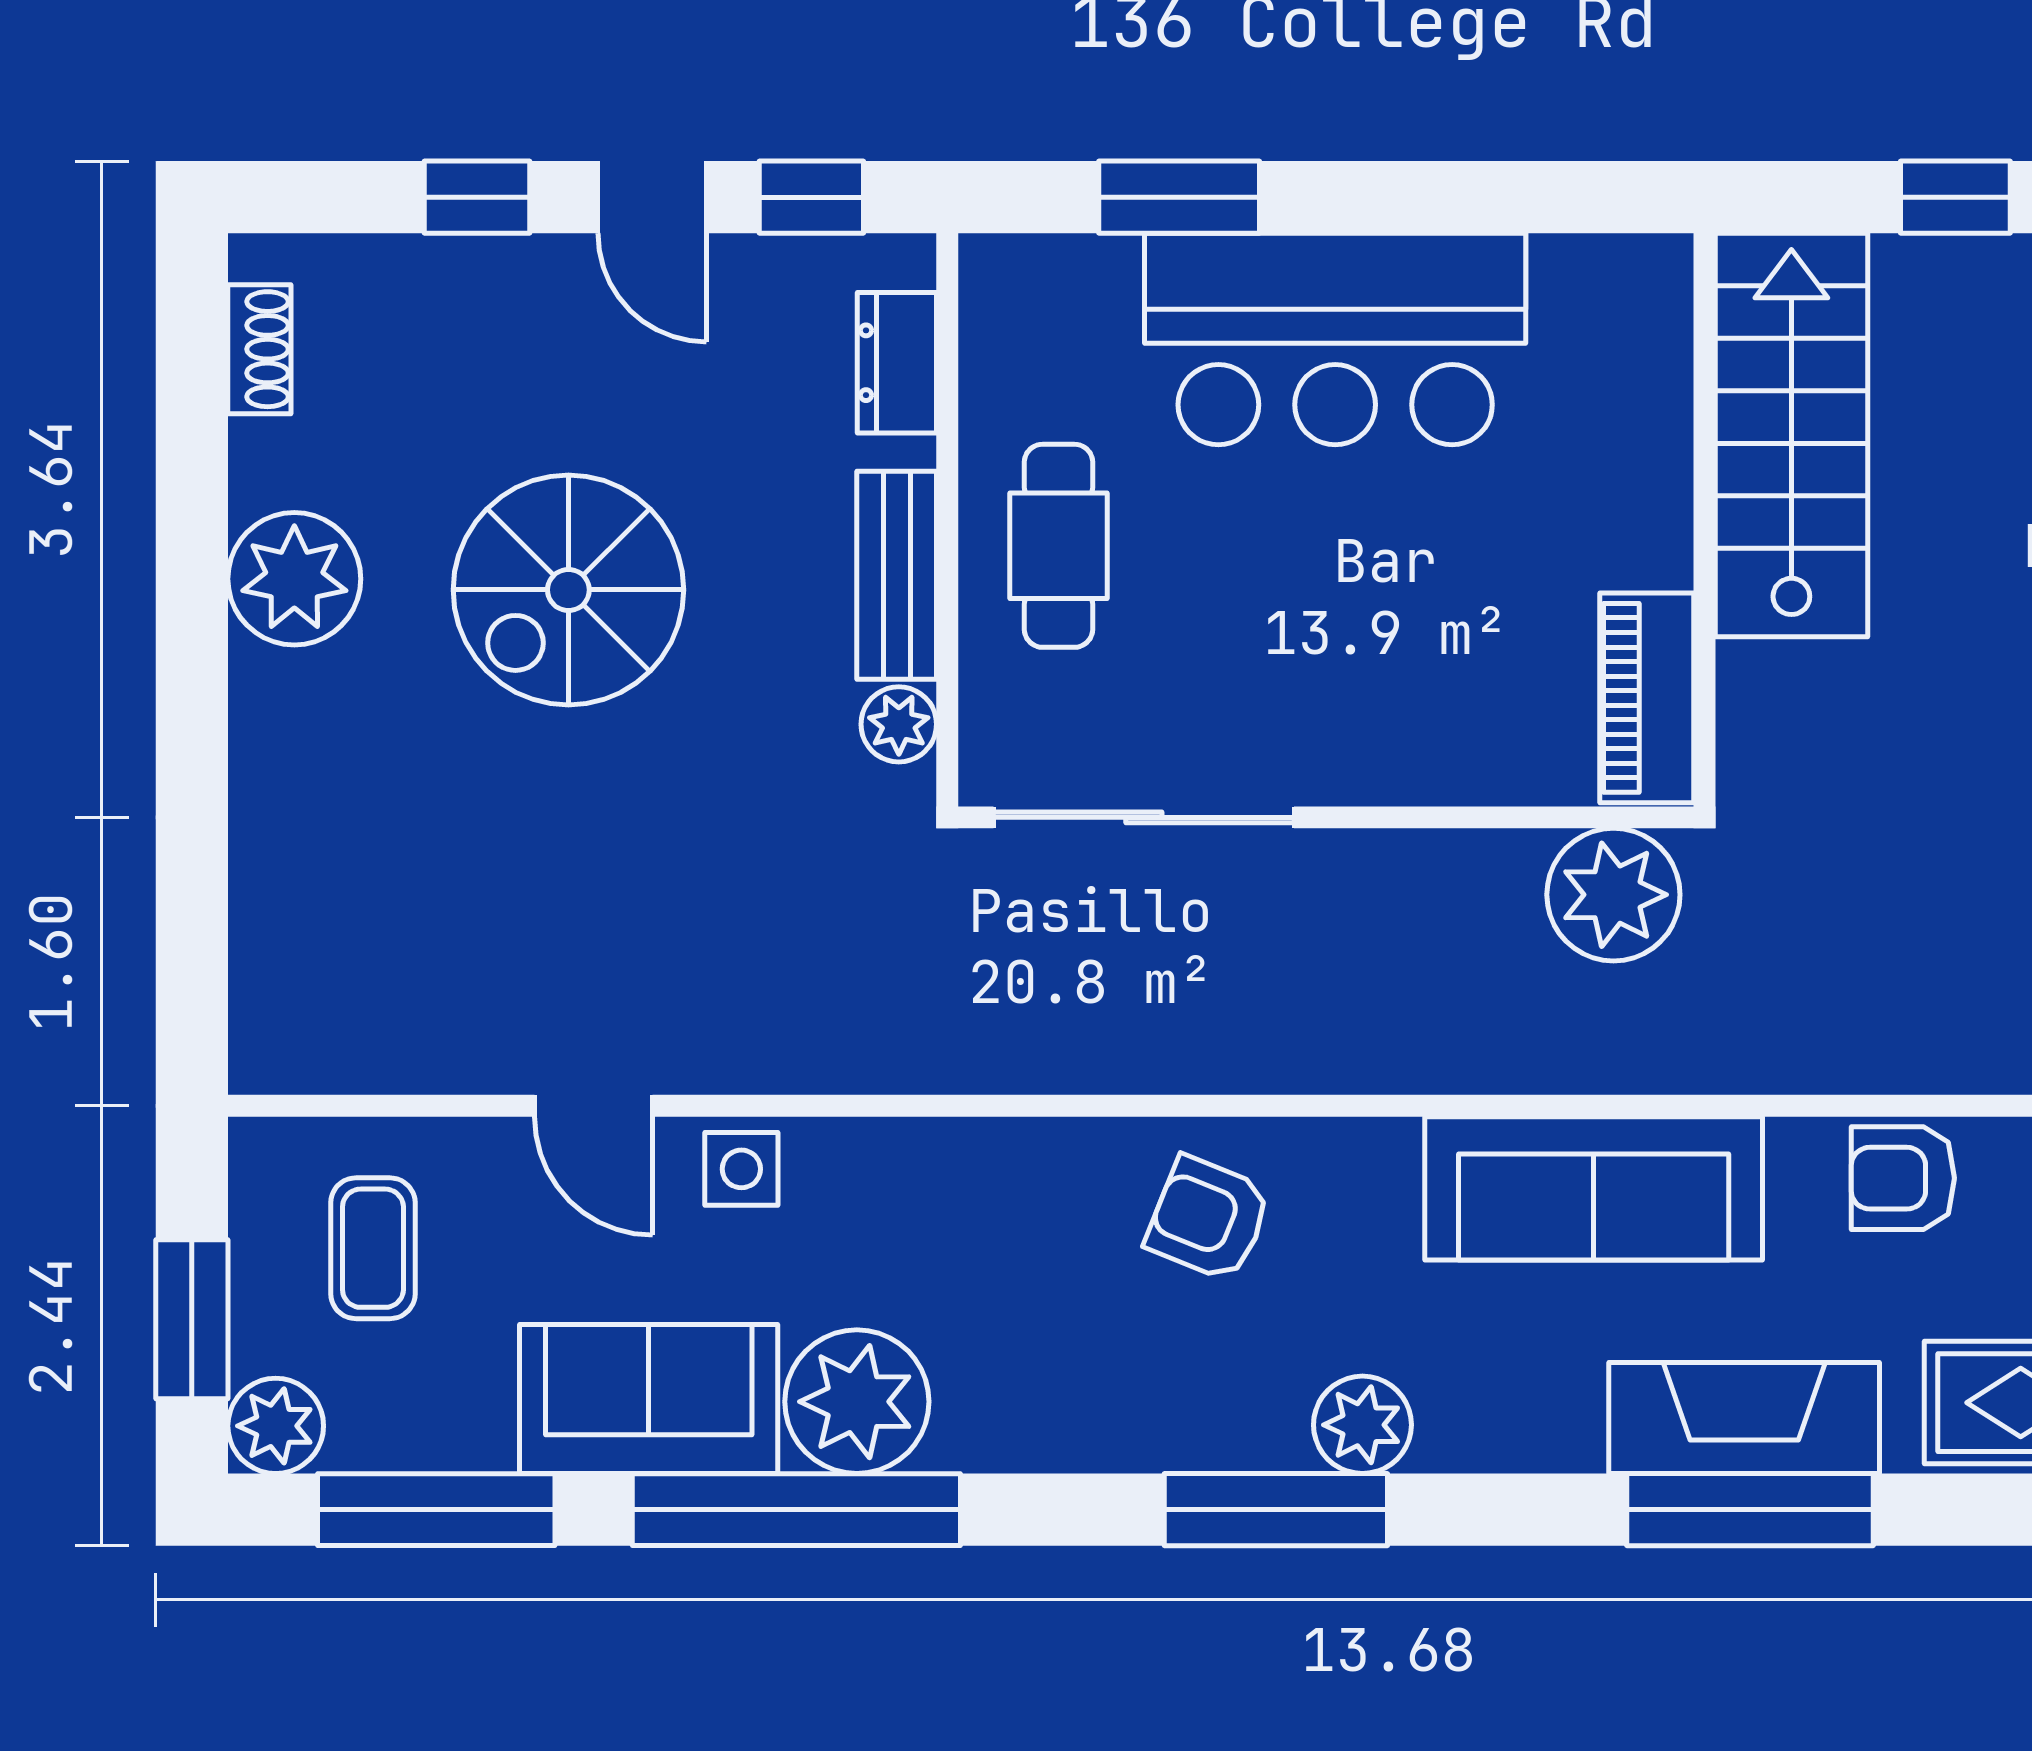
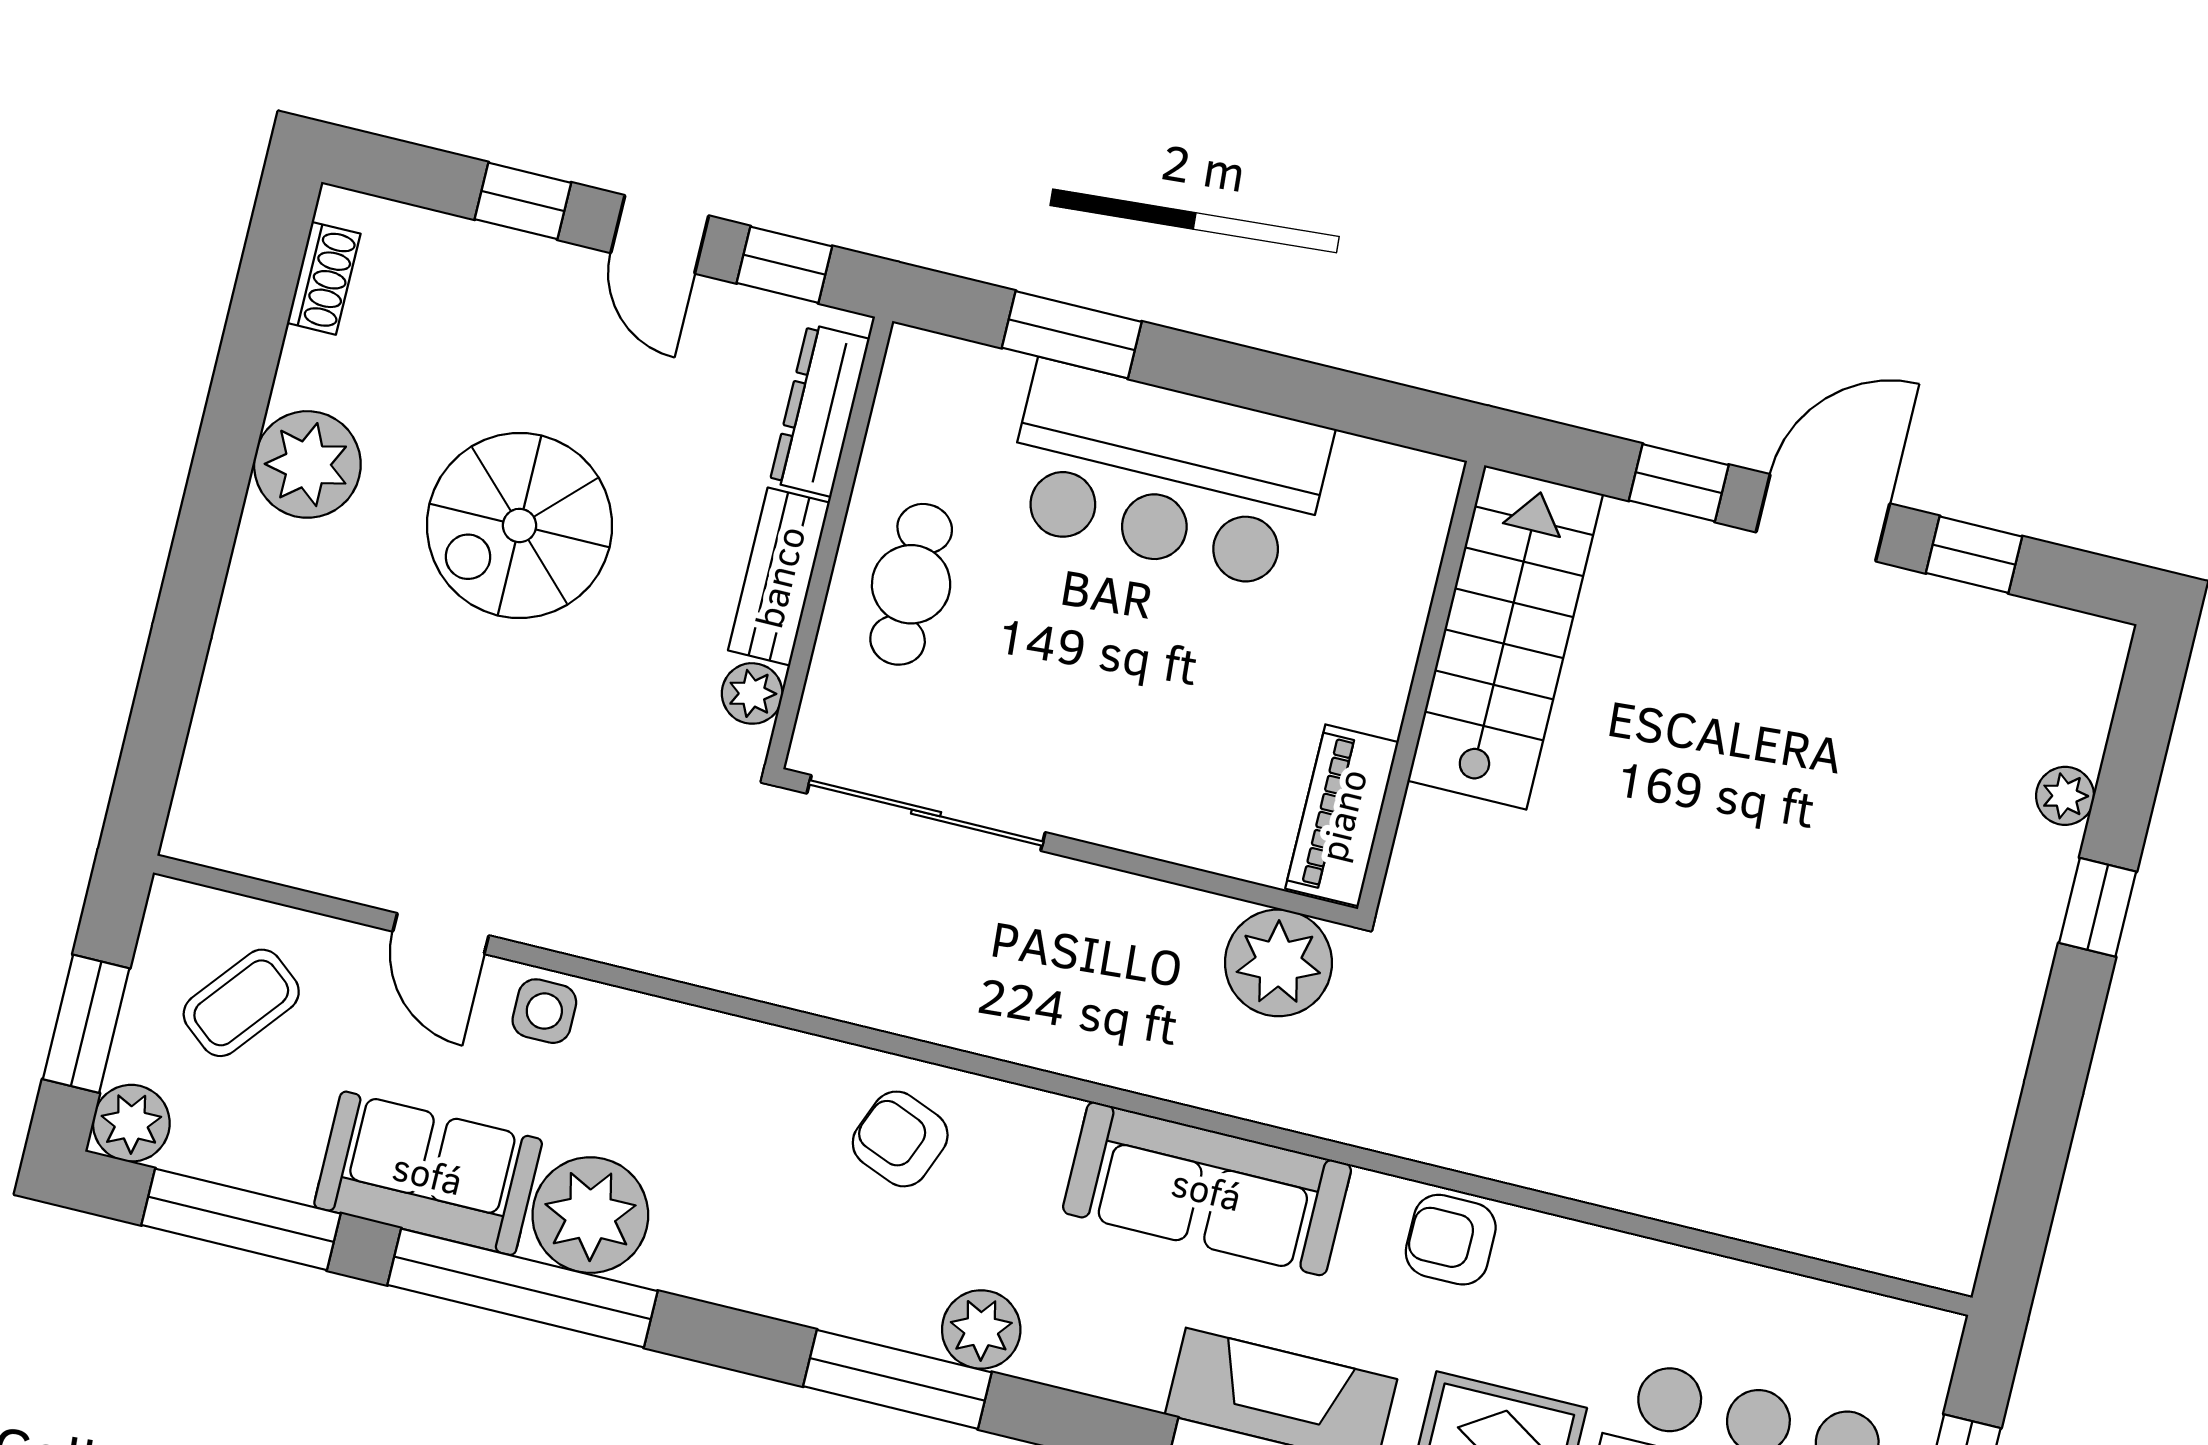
dresser: (897, 363) -> (820, 410), width x1.44
coffee table: (373, 1248) -> (241, 1003), turned 39

